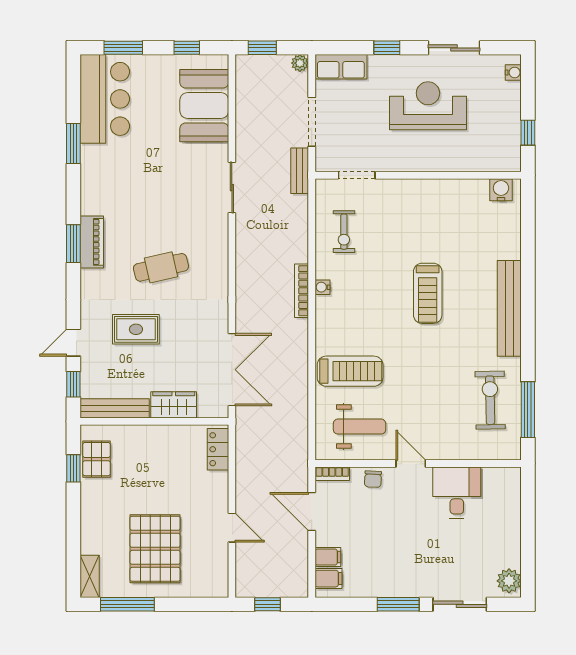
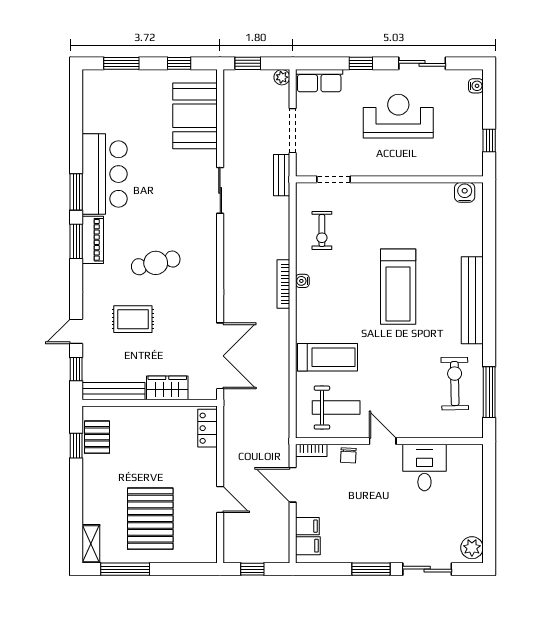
bar counter: (105, 99) -> (105, 174), moved
window: (73, 143) -> (76, 192), moved
treadmill: (428, 293) -> (398, 287), width x1.37, depth x1.38

